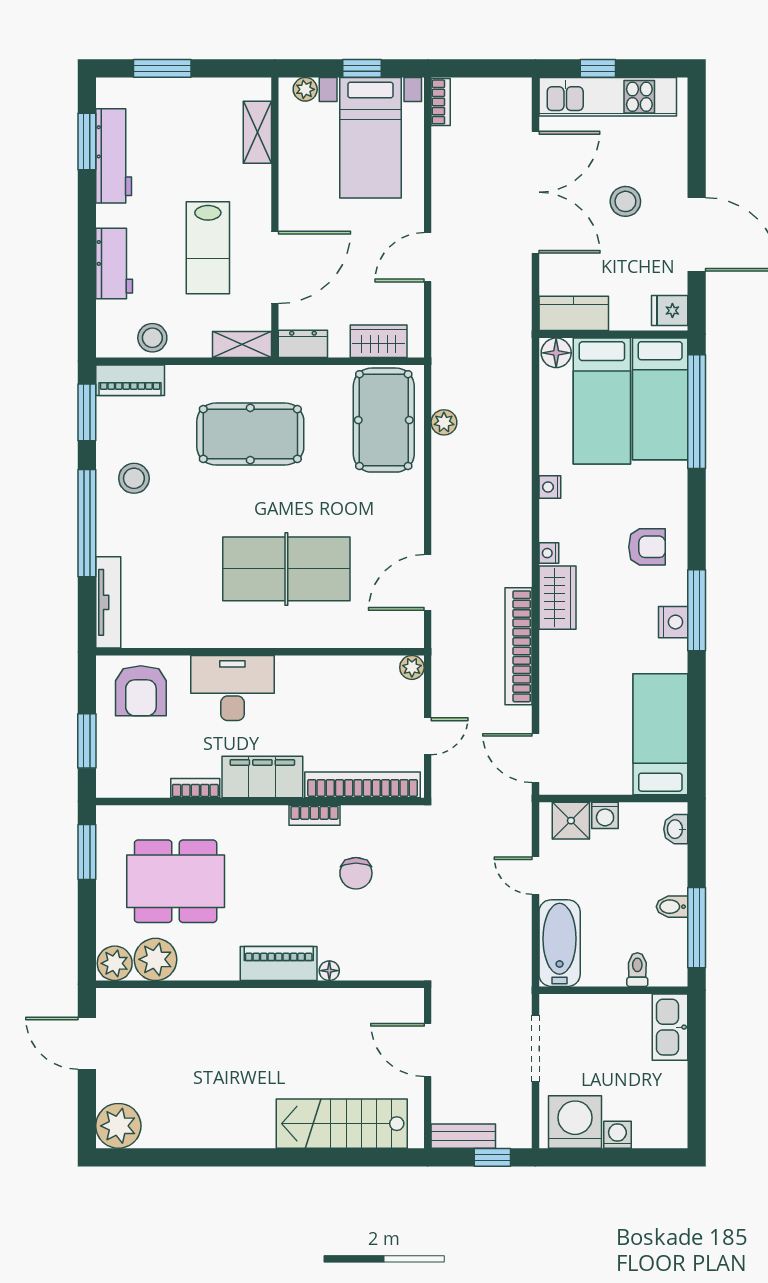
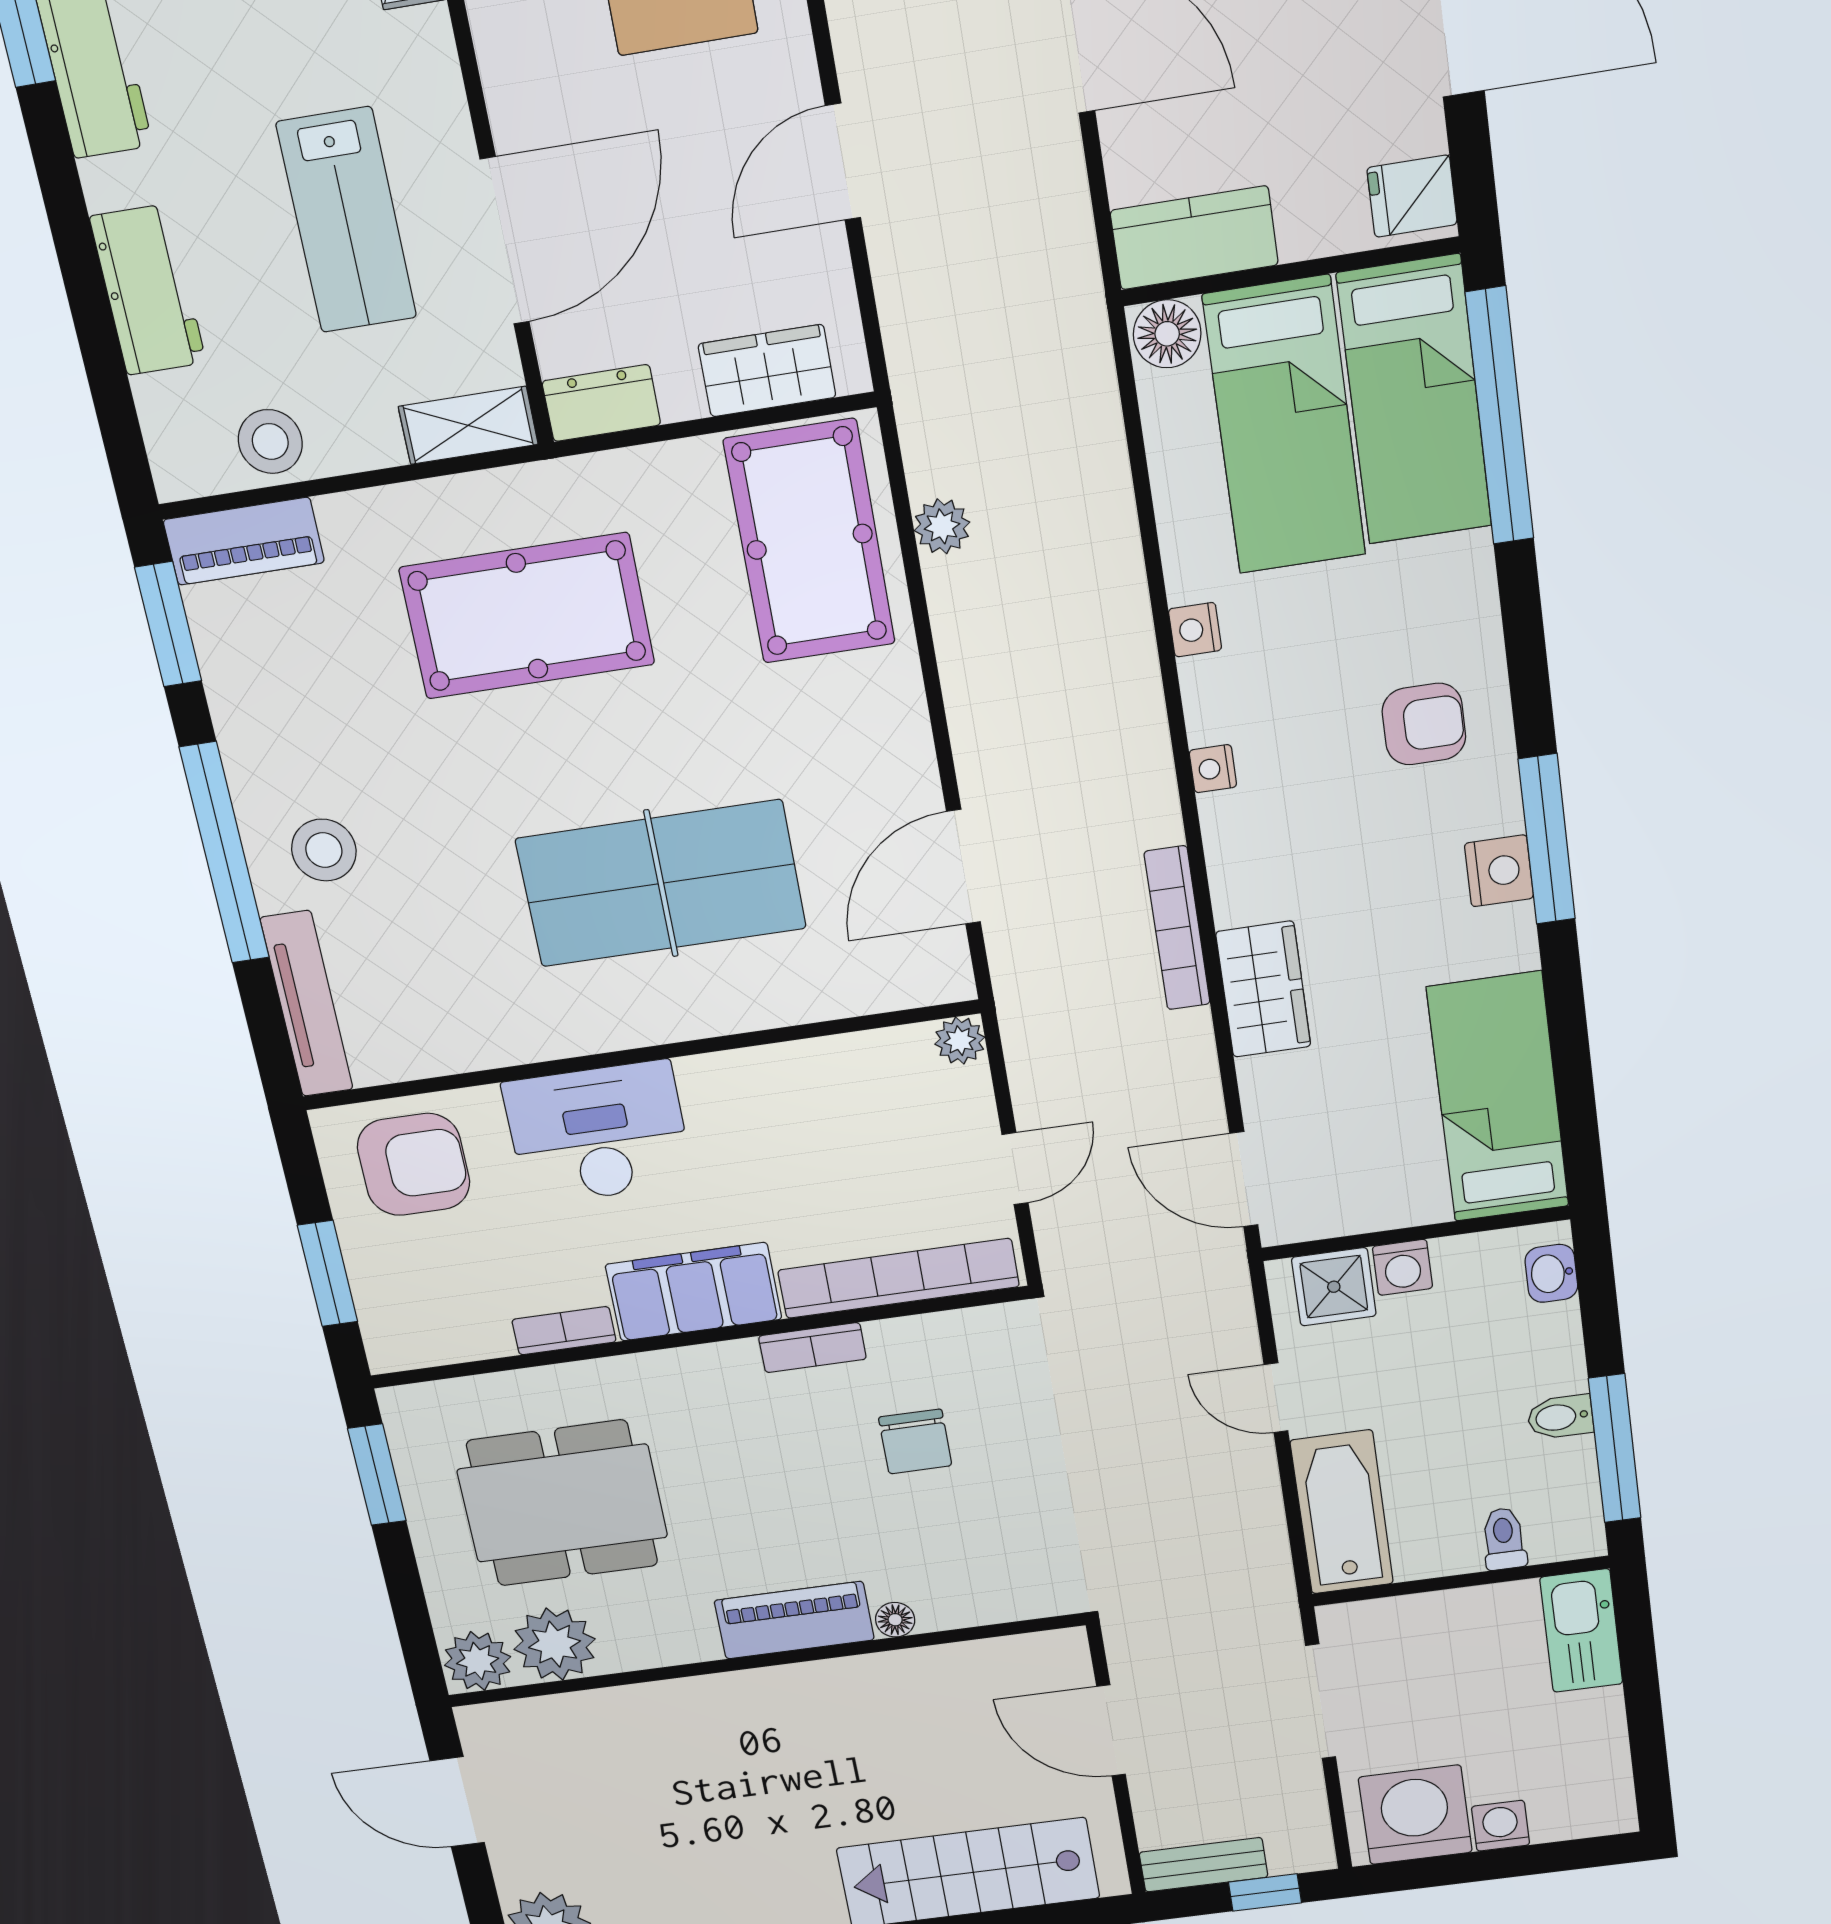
stool: (134, 478) -> (324, 850), moved
wardrobe: (557, 598) -> (1263, 989), moved
bookcase: (519, 646) -> (1177, 928), width x0.68, depth x0.76
armchair: (141, 691) -> (414, 1164), turned -90

